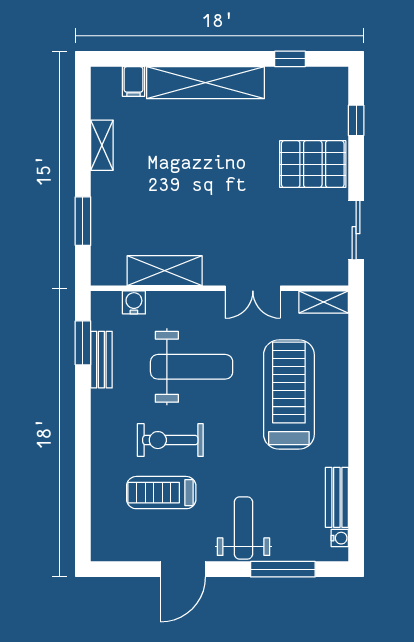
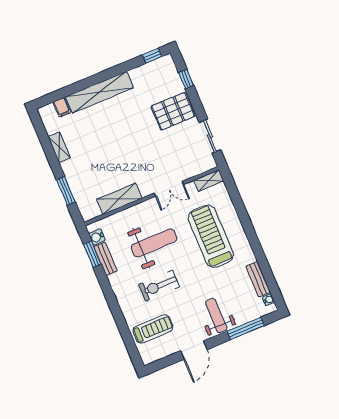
window: (290, 59) -> (152, 56), moved
water cooler: (134, 302) -> (97, 237), moved, turned -90
treadmill: (161, 493) -> (153, 329), moved, turned 180

